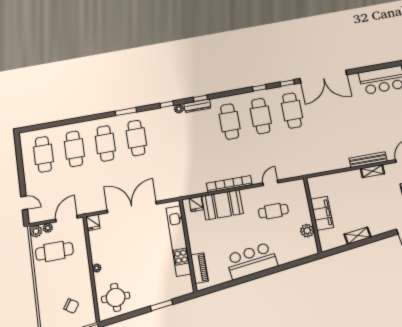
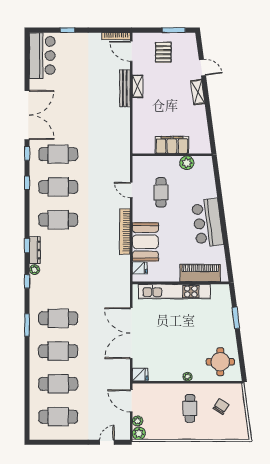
shelving: (358, 236) -> (198, 92), moved
cafe table: (54, 251) -> (190, 408), moved, width x0.73, depth x0.74
piano: (199, 268) -> (200, 273), width x1.37, depth x1.33

